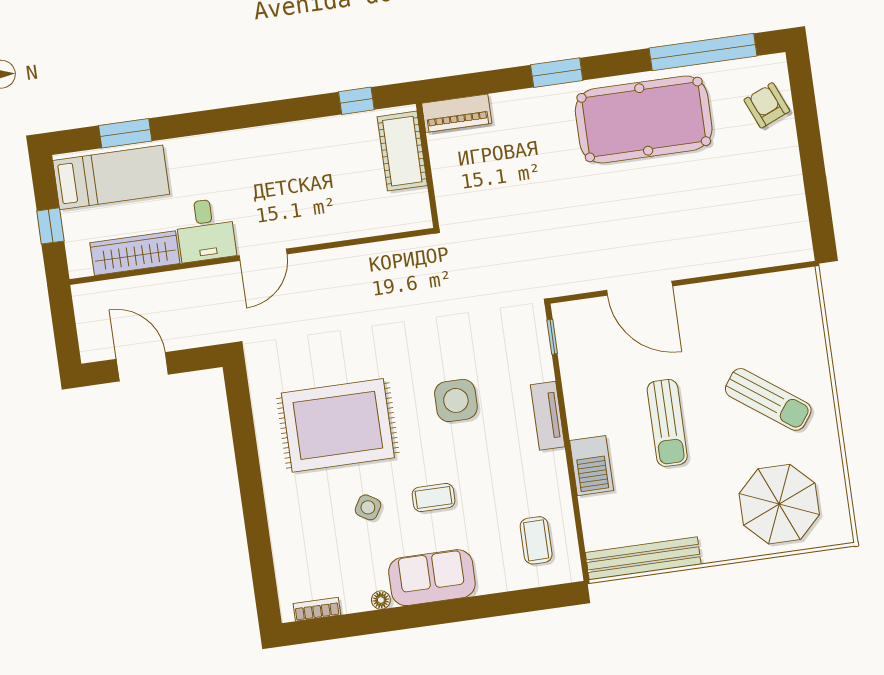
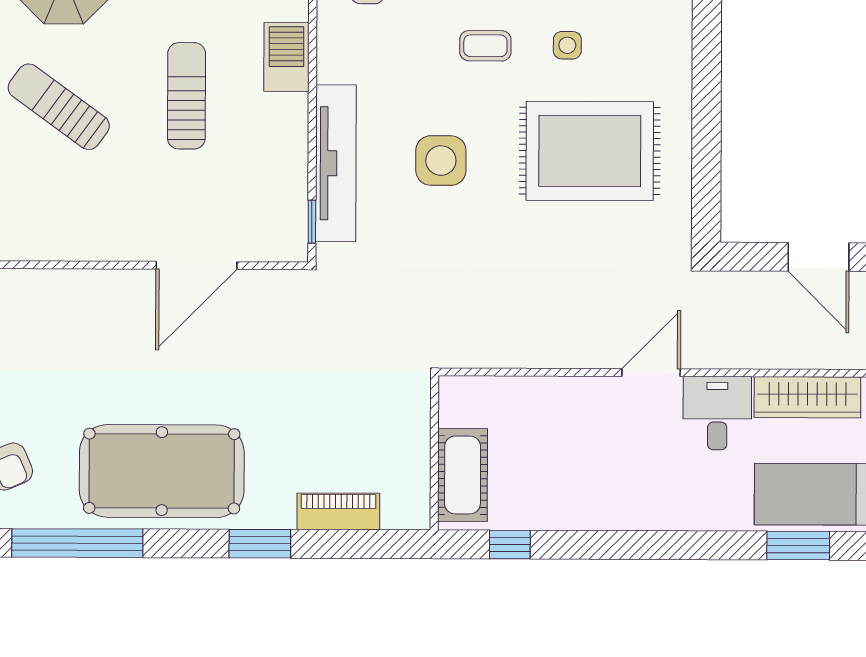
piano: (457, 113) -> (338, 511), moved
door: (640, 288) -> (196, 265), swing flipped
tv unit: (548, 416) -> (336, 163), width x1.92, depth x1.29
side table: (368, 507) -> (567, 45), turned -31

